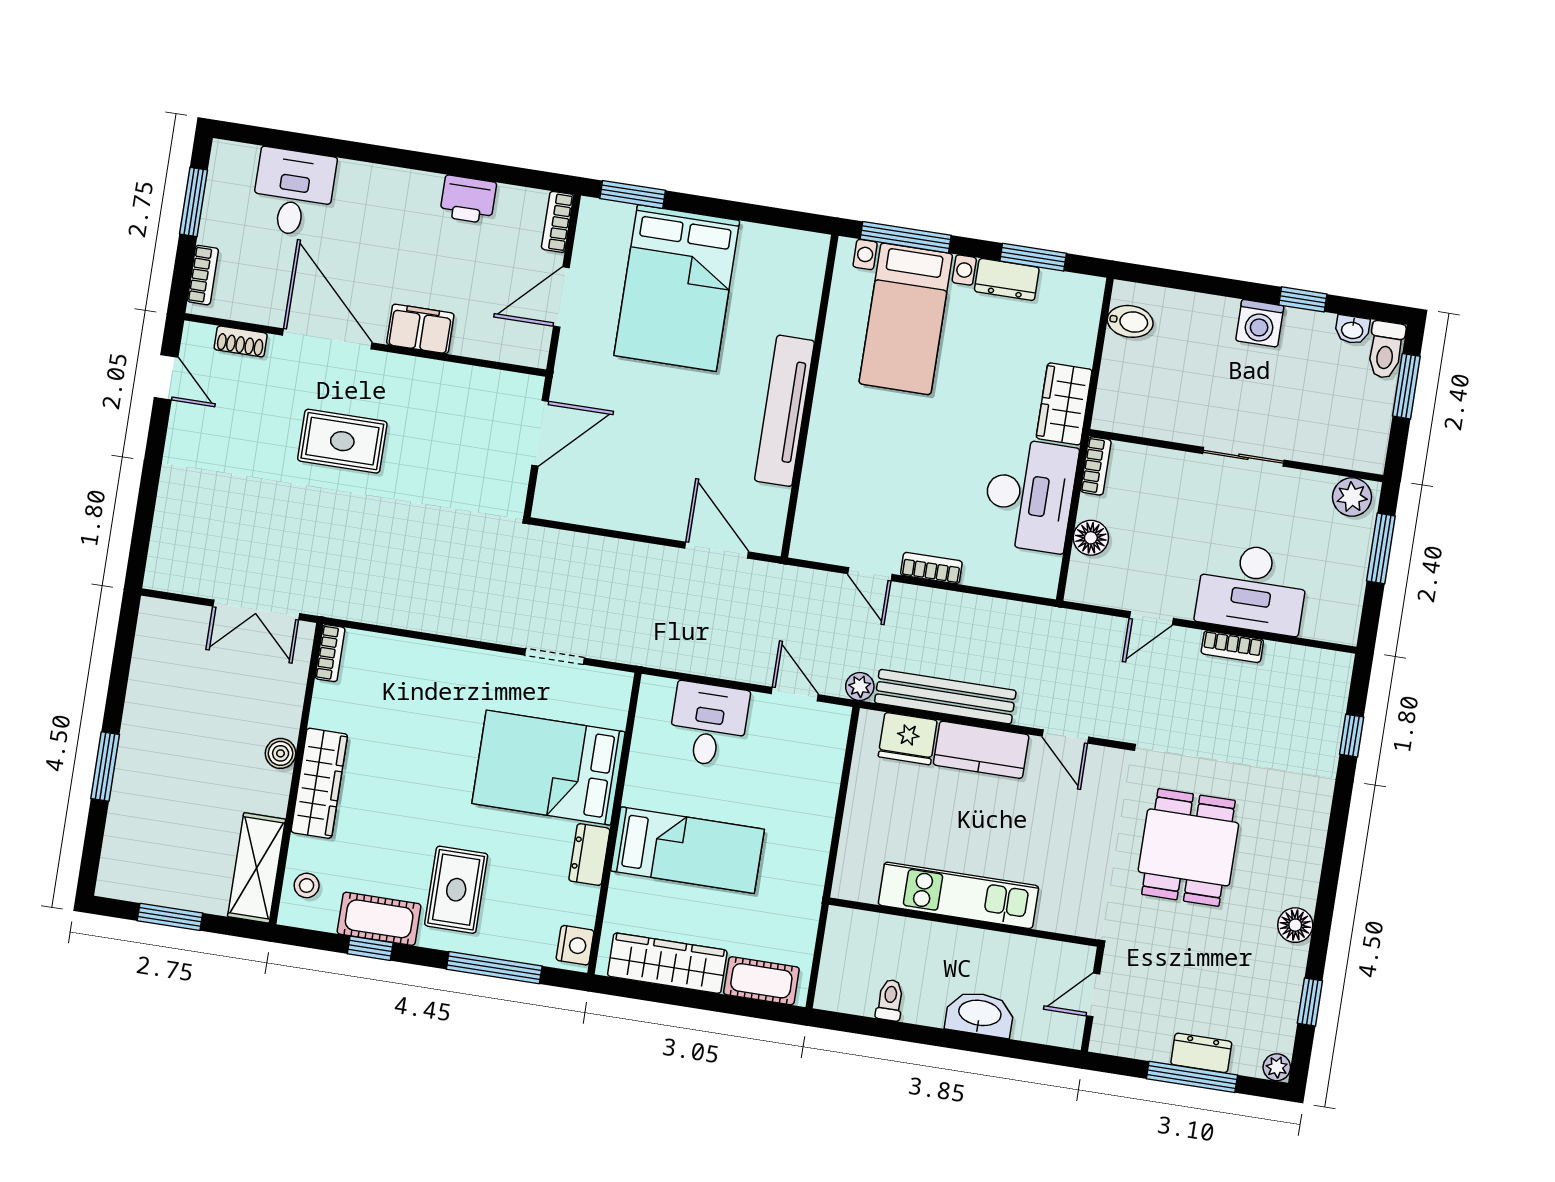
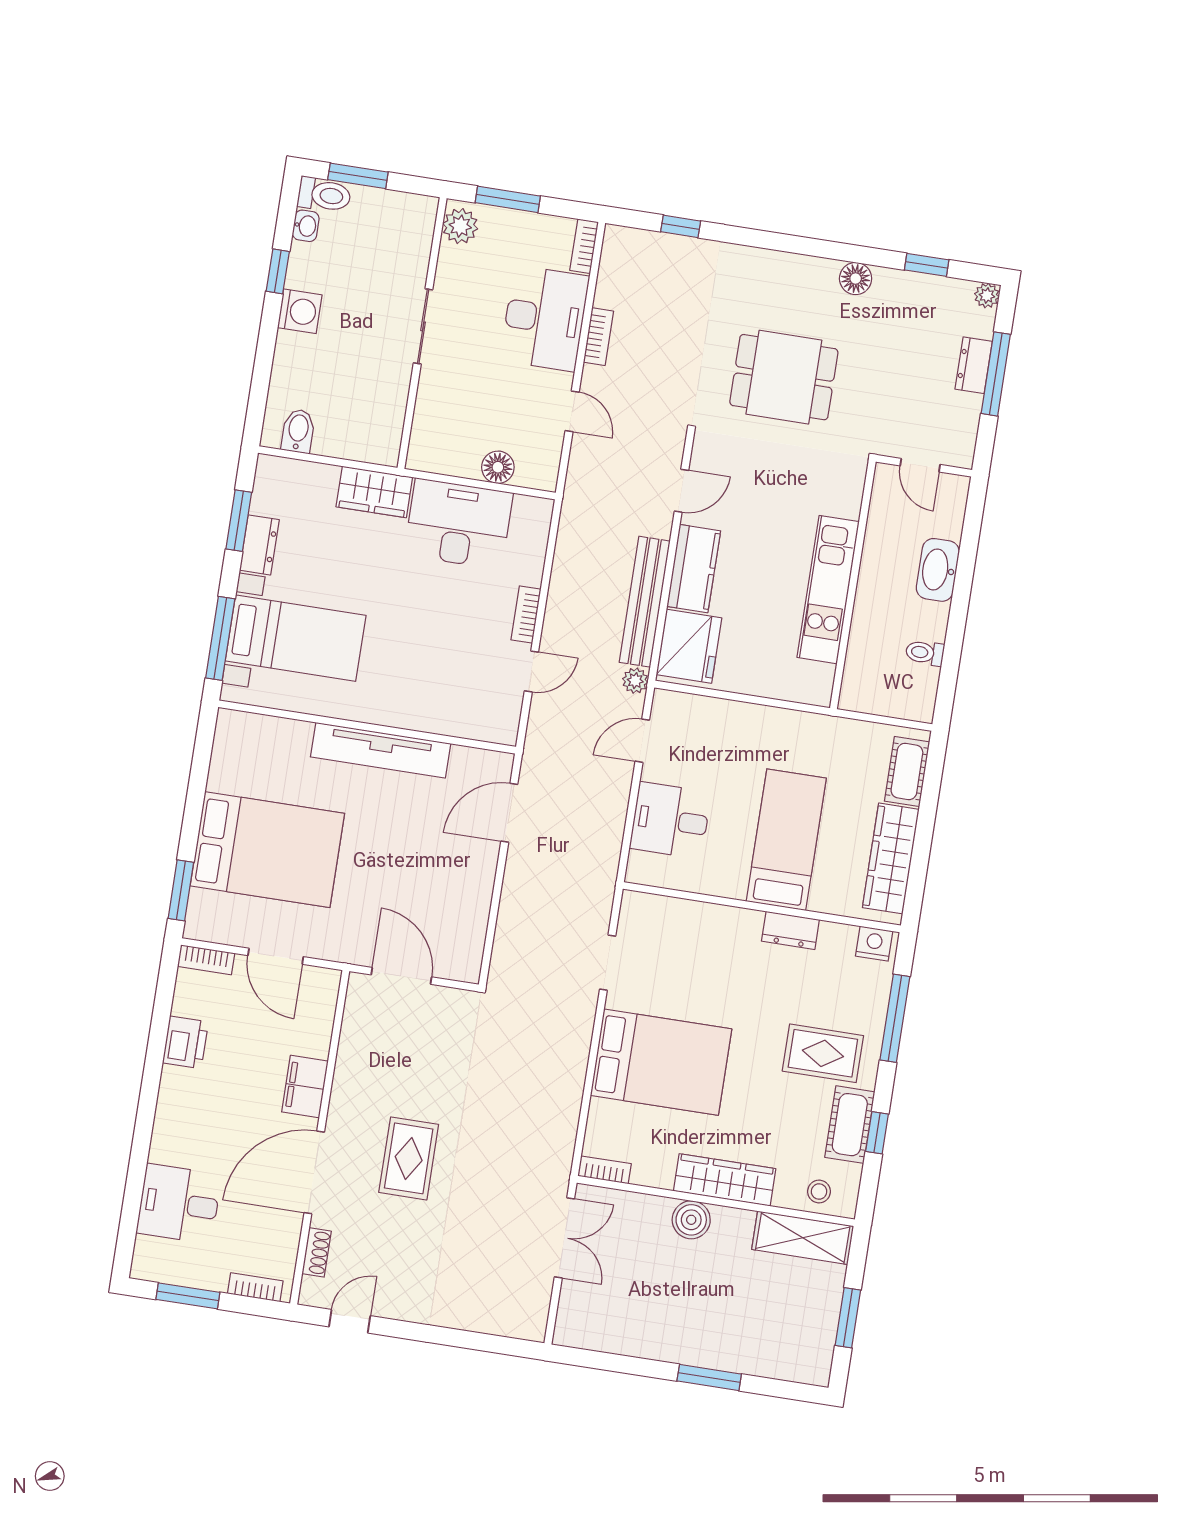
bookcase: (1096, 466) -> (584, 246), moved, turned -90
fridge: (908, 739) -> (689, 646), width x1.36, depth x1.34
boiler: (281, 753) -> (691, 1220), width x1.36, depth x1.36
bed: (548, 768) -> (661, 1062), moved, turned -90

